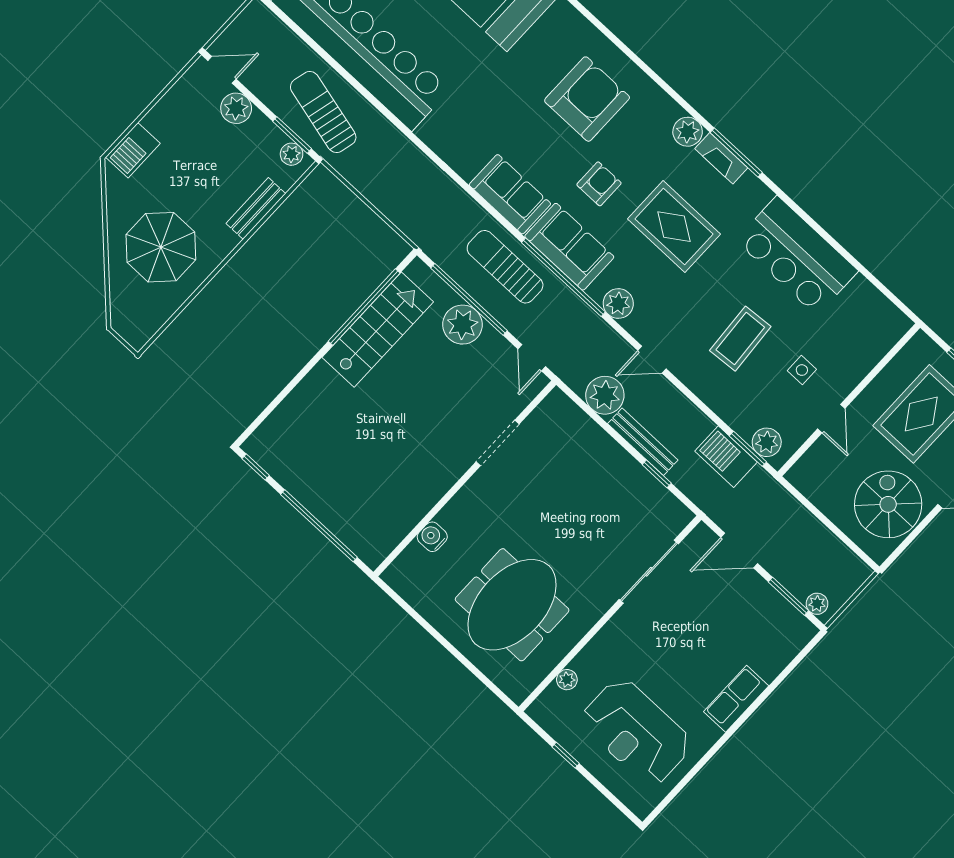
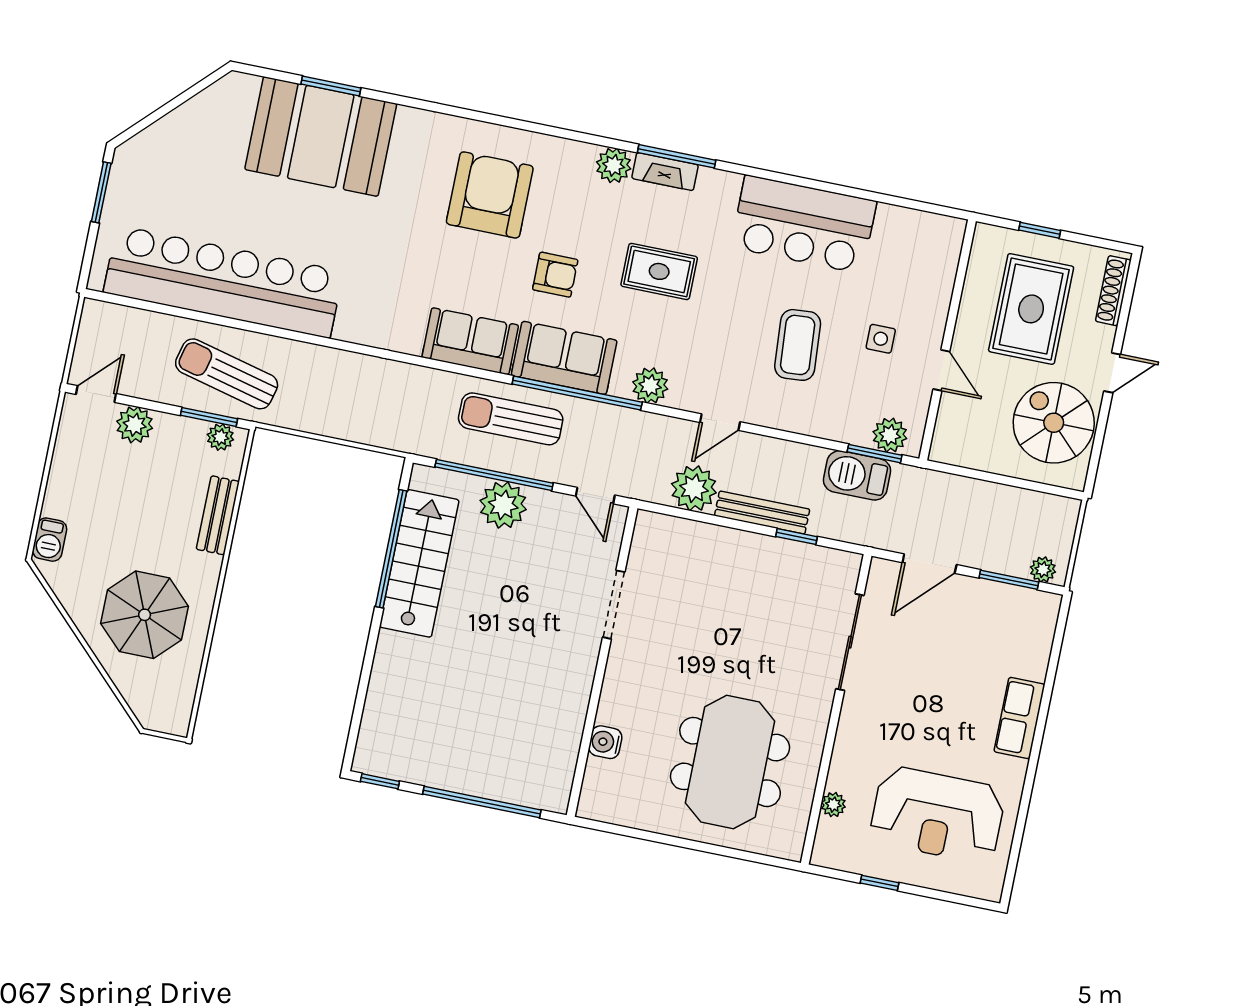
barbecue: (133, 150) -> (50, 540), width x0.73, depth x0.79
armchair: (599, 184) -> (555, 275), turned 90
rug: (674, 227) -> (659, 271), width x0.73, depth x0.70

